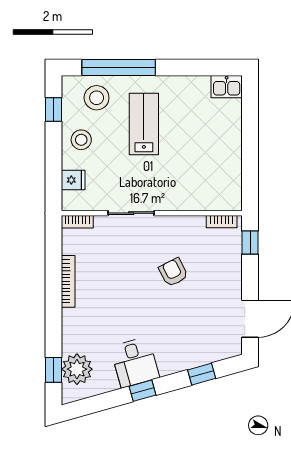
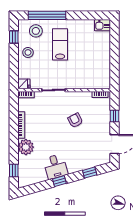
fridge: (73, 180) -> (24, 84), moved
window: (250, 243) -> (115, 116), moved
plant: (77, 369) -> (26, 147), moved

